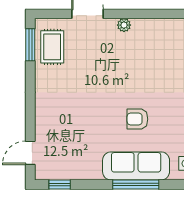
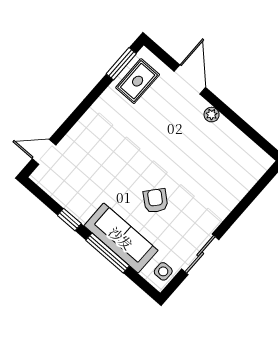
armchair: (137, 119) -> (156, 201), turned 40
window: (60, 184) -> (69, 220), moved

